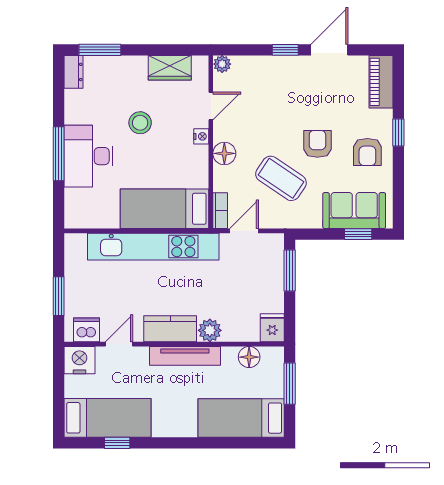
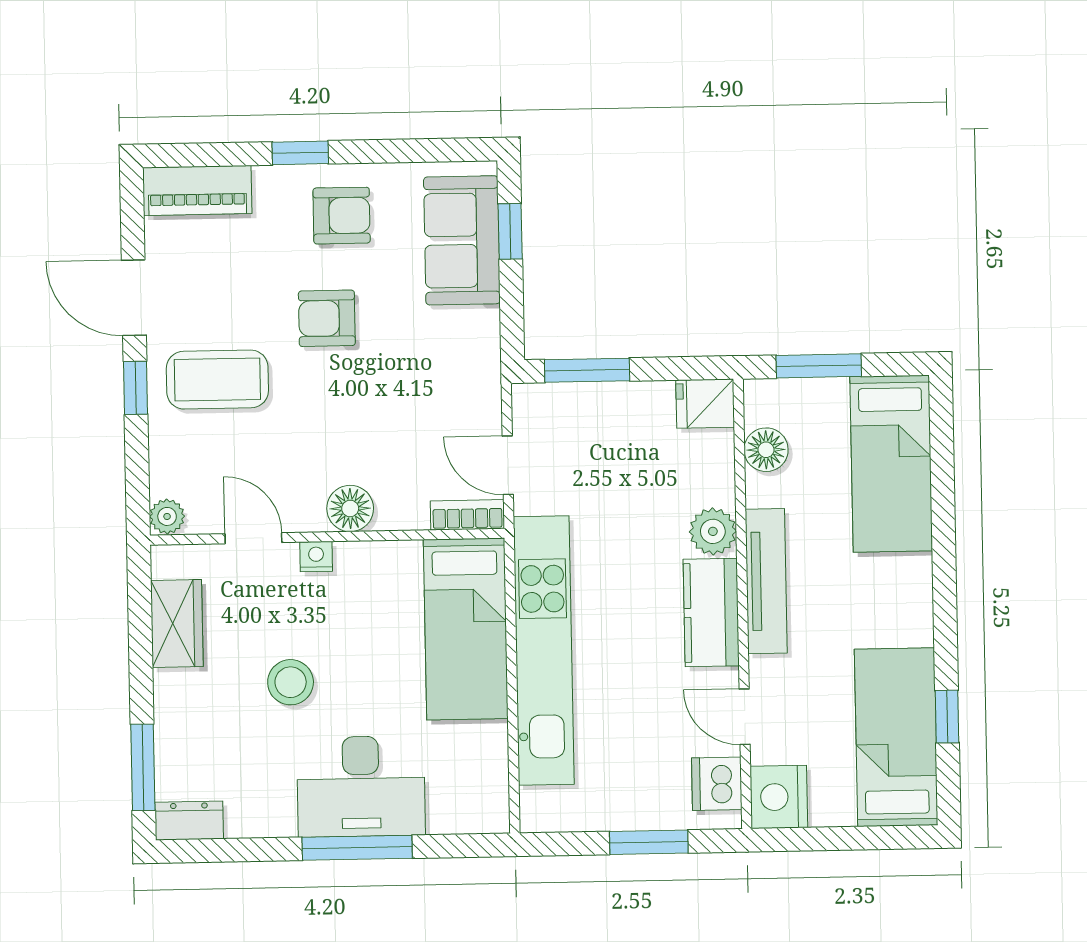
coffee table: (281, 178) -> (217, 380), moved, turned 56

